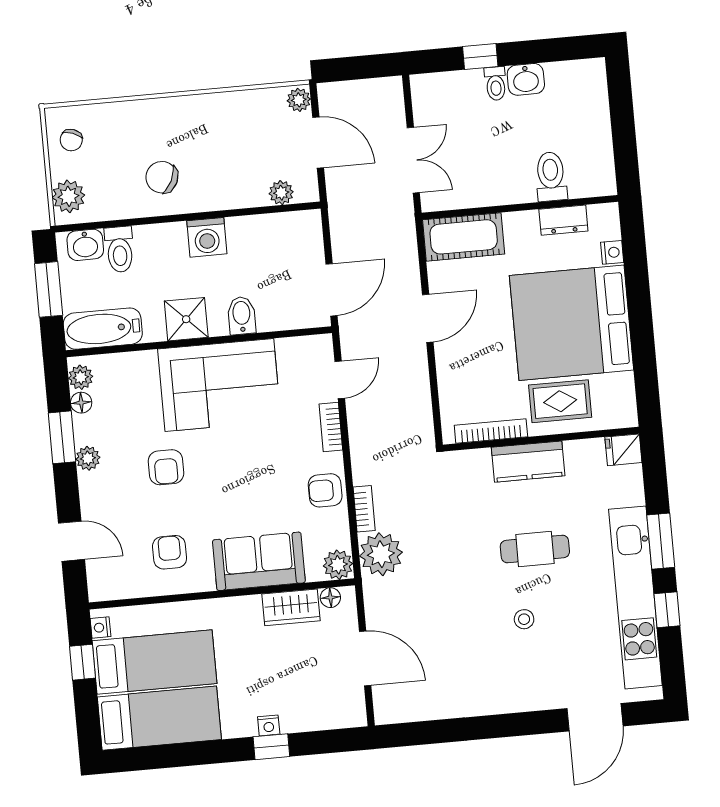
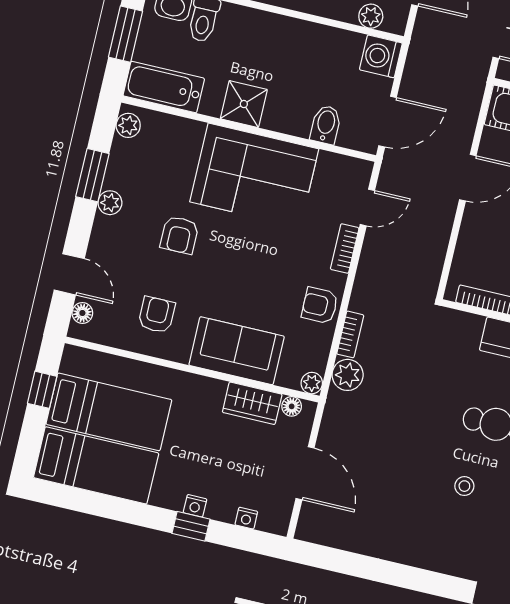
washing machine: (207, 237) -> (381, 56), moved, turned 90
bidet: (242, 315) -> (326, 125), moved
floor lamp: (81, 403) -> (82, 313), moved
plant: (381, 554) -> (348, 375), width x0.73, depth x0.73
plant: (338, 565) -> (312, 383), width x0.73, depth x0.73
nightstand: (100, 628) -> (246, 518), moved, turned -90

